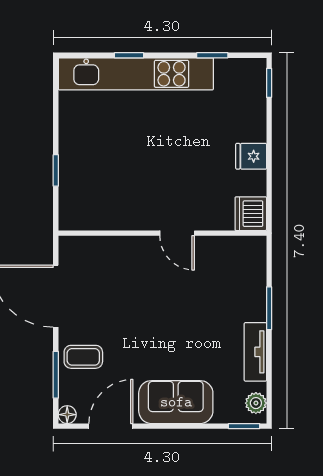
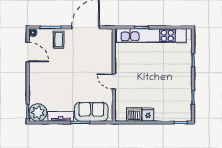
kitchen unit: (136, 74) -> (151, 36), moved, turned -90
dishwasher: (251, 214) -> (134, 114), moved
door: (177, 233) -> (114, 81), hinge flipped
sofa: (176, 402) -> (91, 112), moved, turned -90
plant: (256, 403) -> (38, 113), width x1.88, depth x1.88

